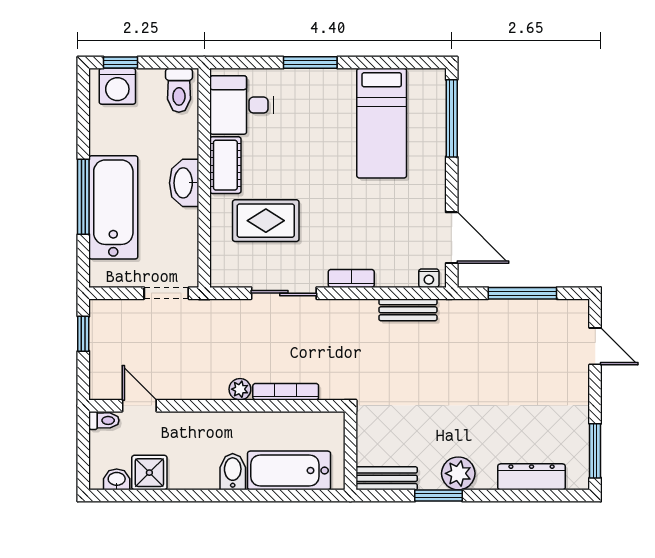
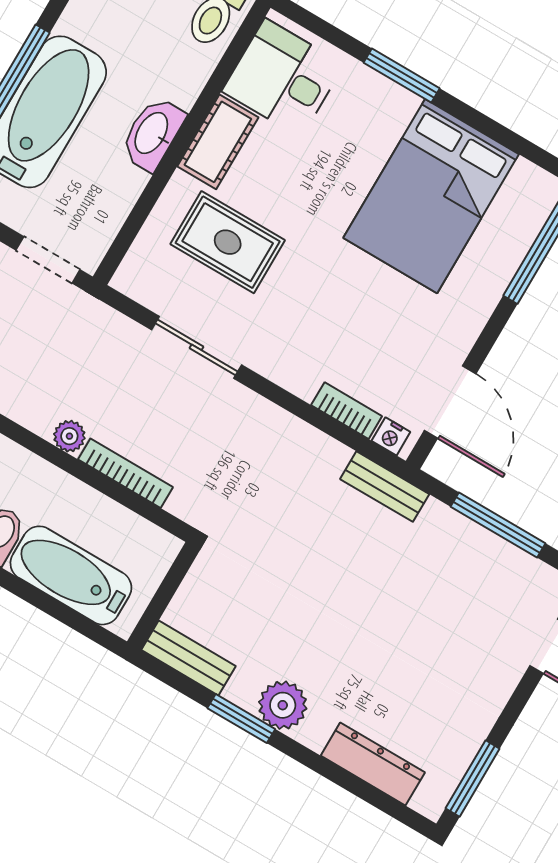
bed: (382, 123) -> (431, 196), width x1.50
bookcase: (351, 278) -> (347, 411), moved
bench: (408, 310) -> (385, 487), moved

